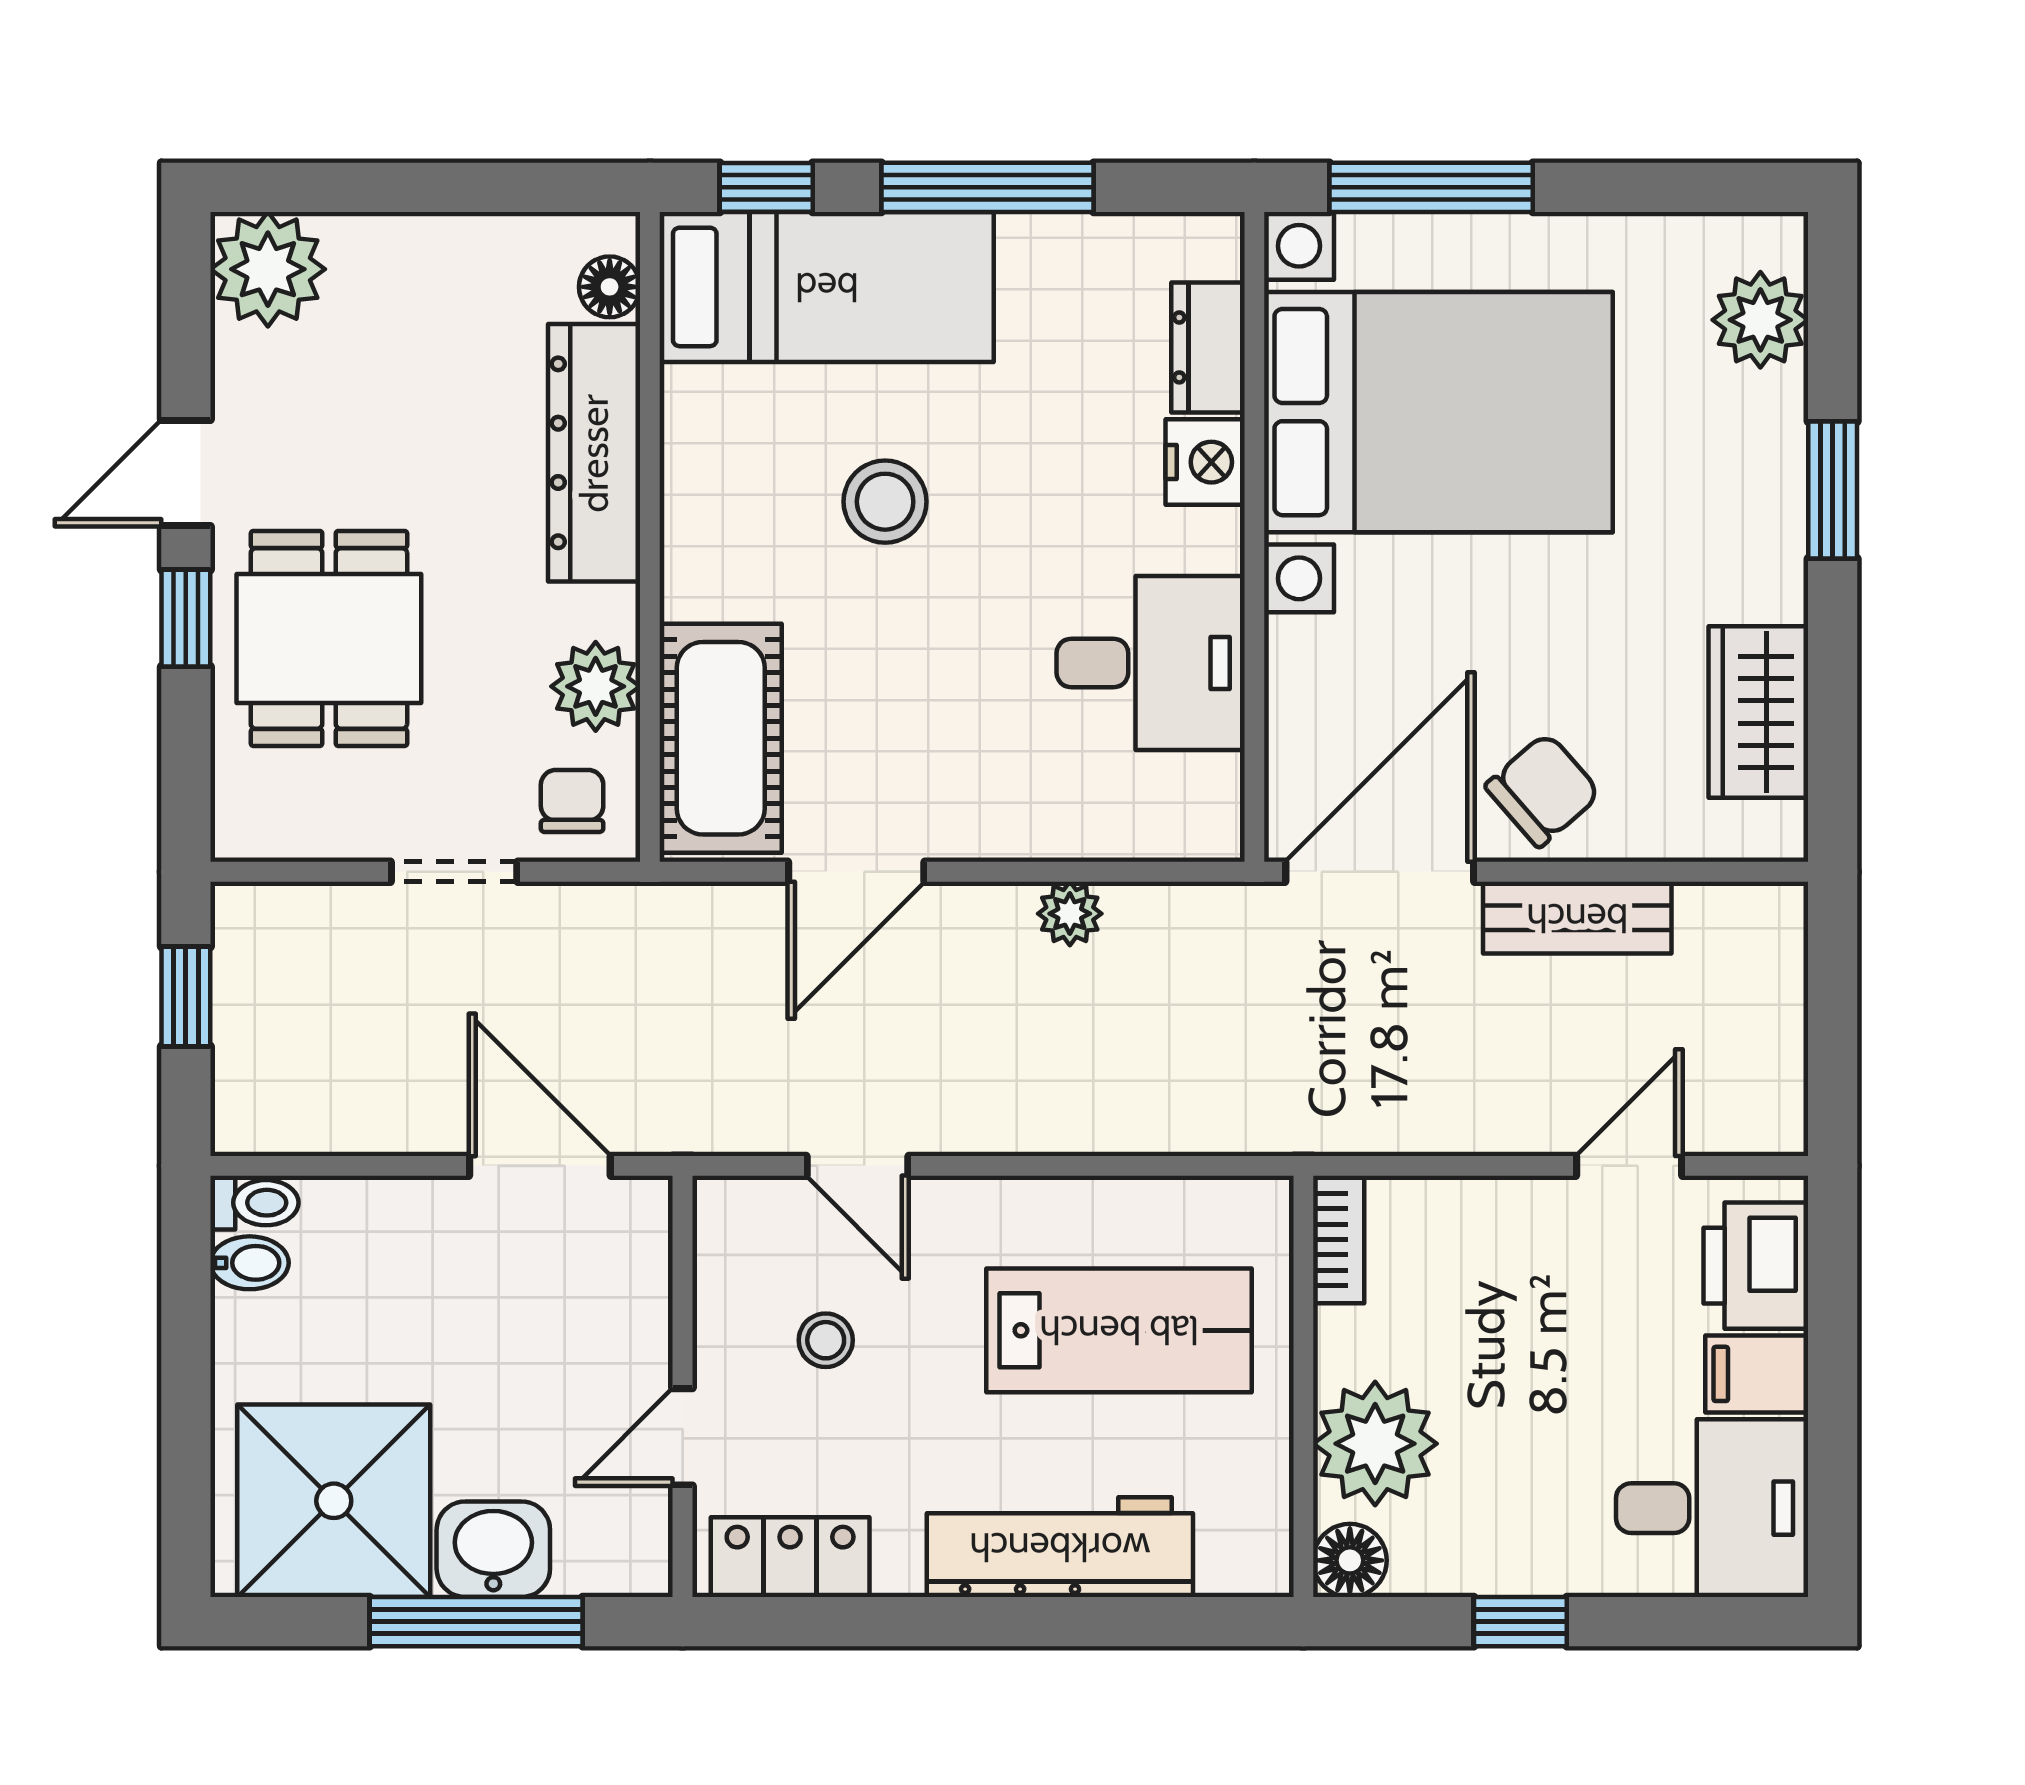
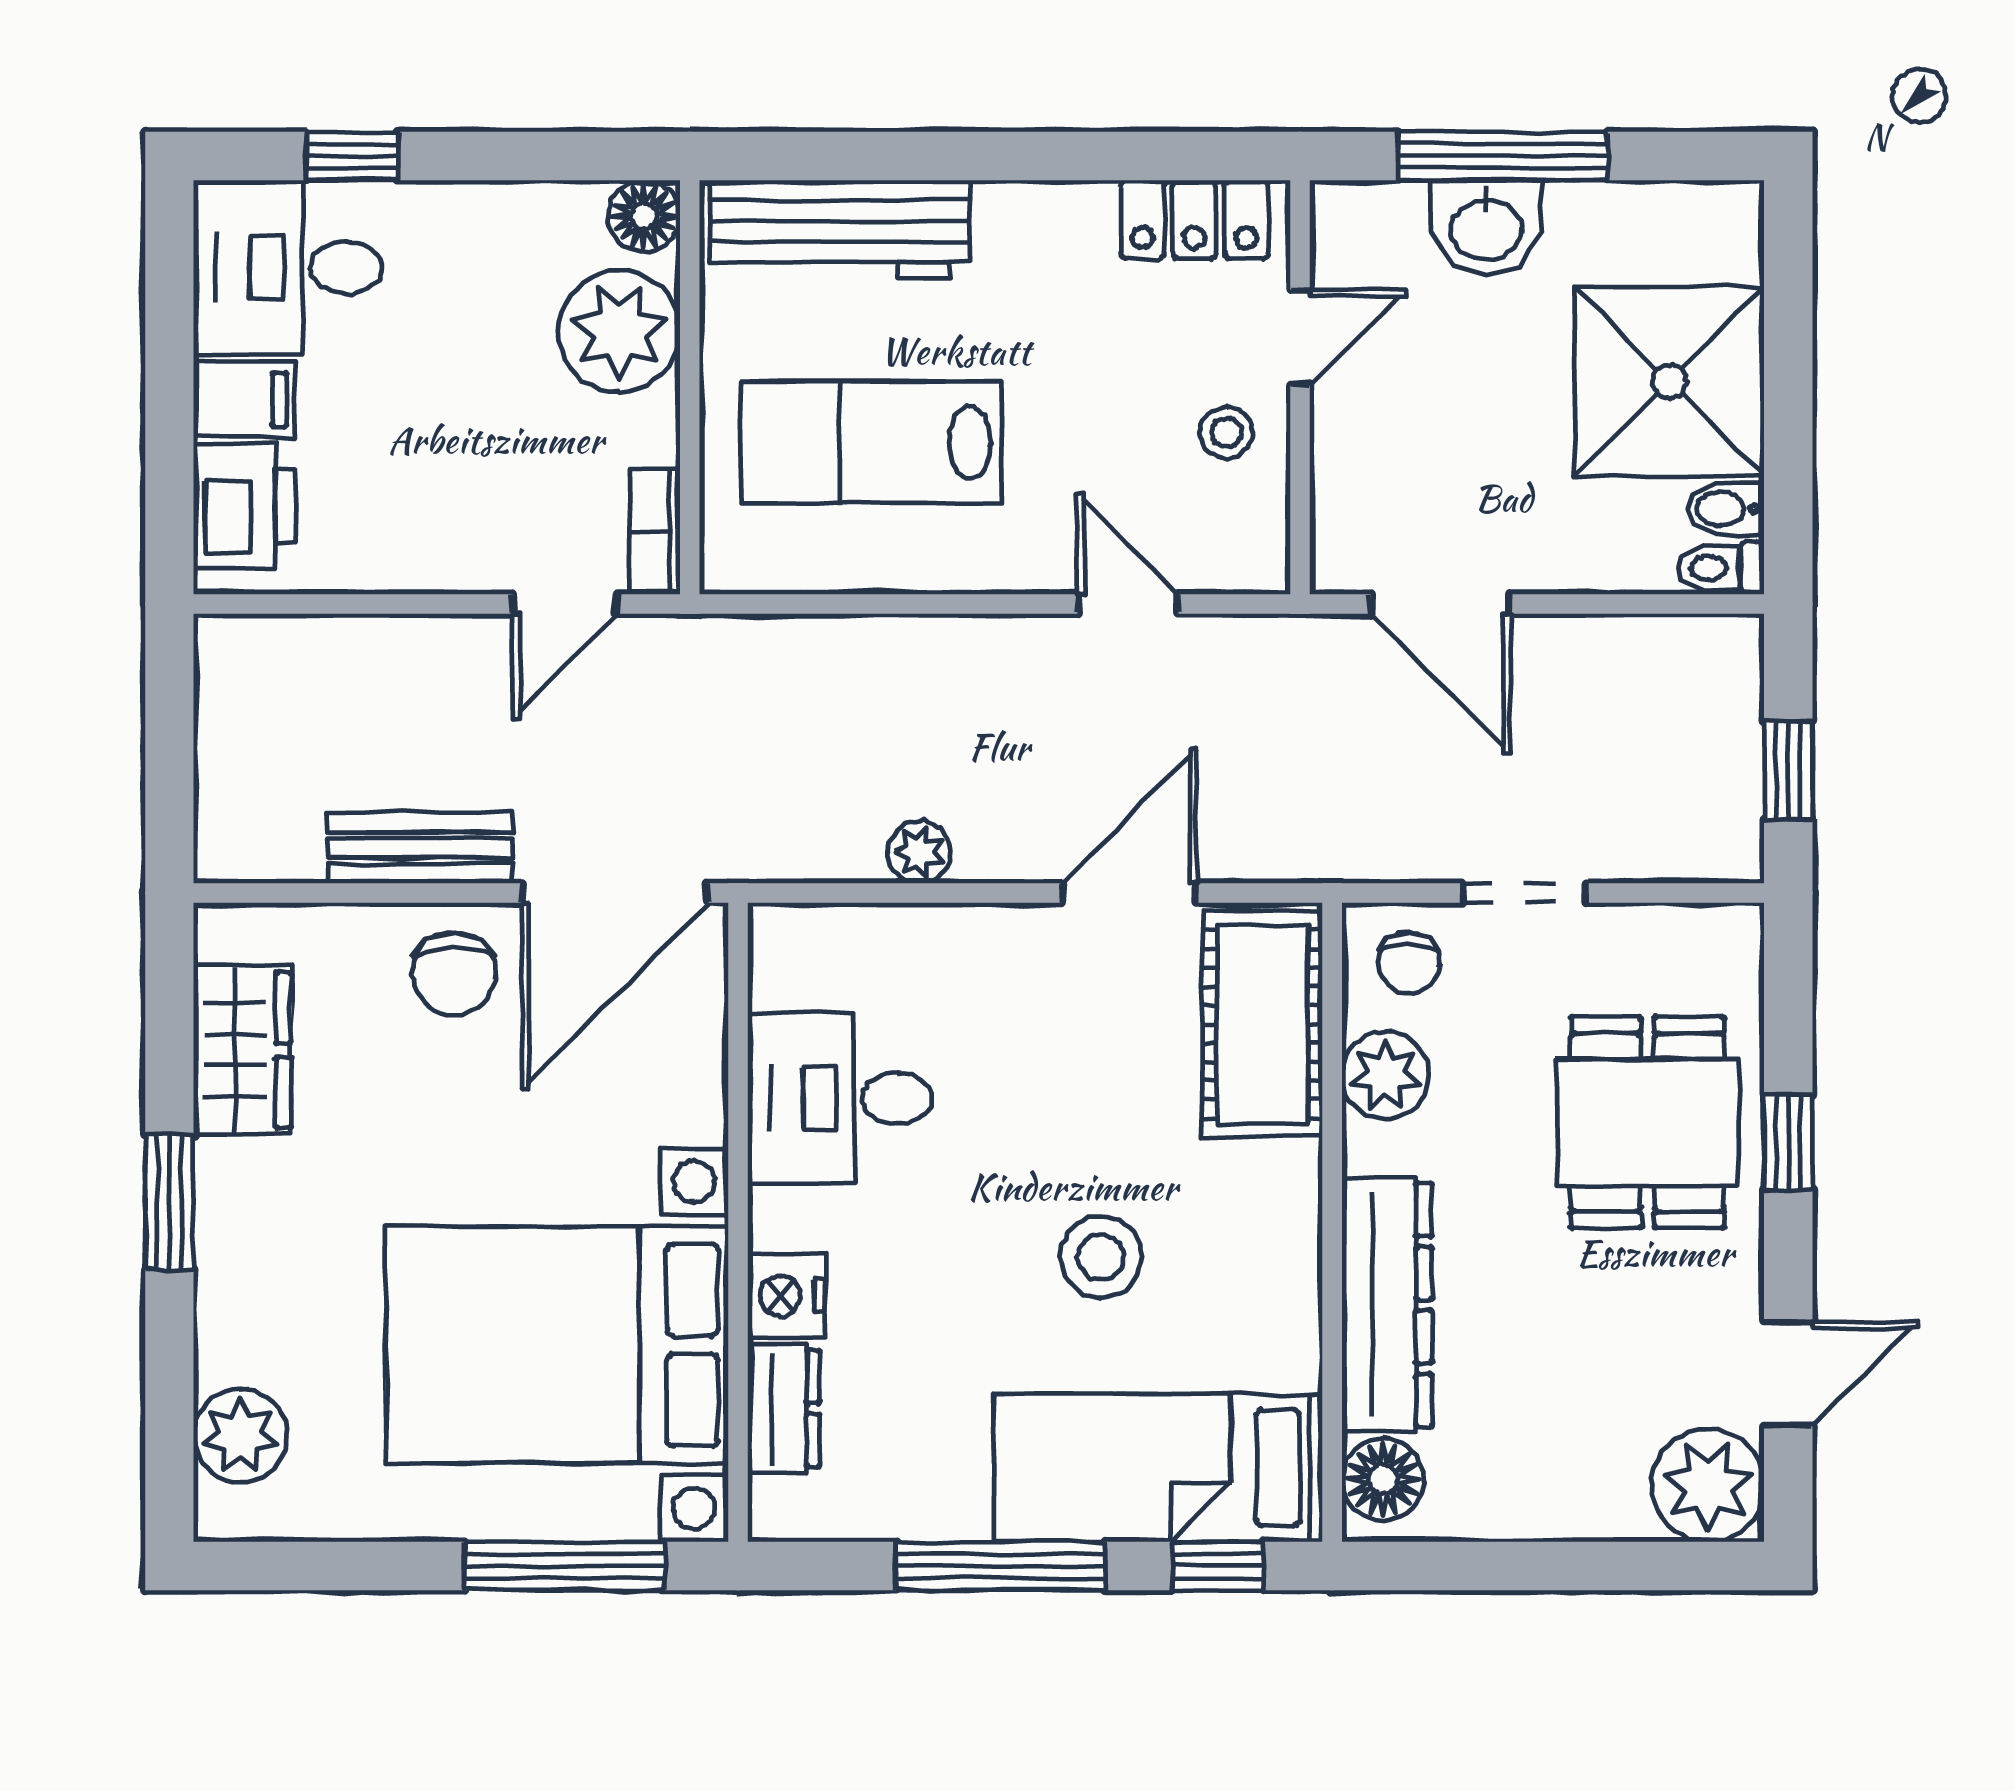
floor lamp: (610, 287) -> (1383, 1479), width x1.37, depth x1.37
door: (186, 473) -> (1788, 1374), moved
window: (1833, 490) -> (169, 1202), moved
chair: (1543, 790) -> (454, 974), turned -49
door: (1629, 1166) -> (565, 604), moved
stool: (826, 1340) -> (1226, 433), moved
shower: (334, 1501) -> (1669, 381), moved
workbench: (1060, 1547) -> (840, 229), moved
window: (1520, 1622) -> (352, 156), moved

